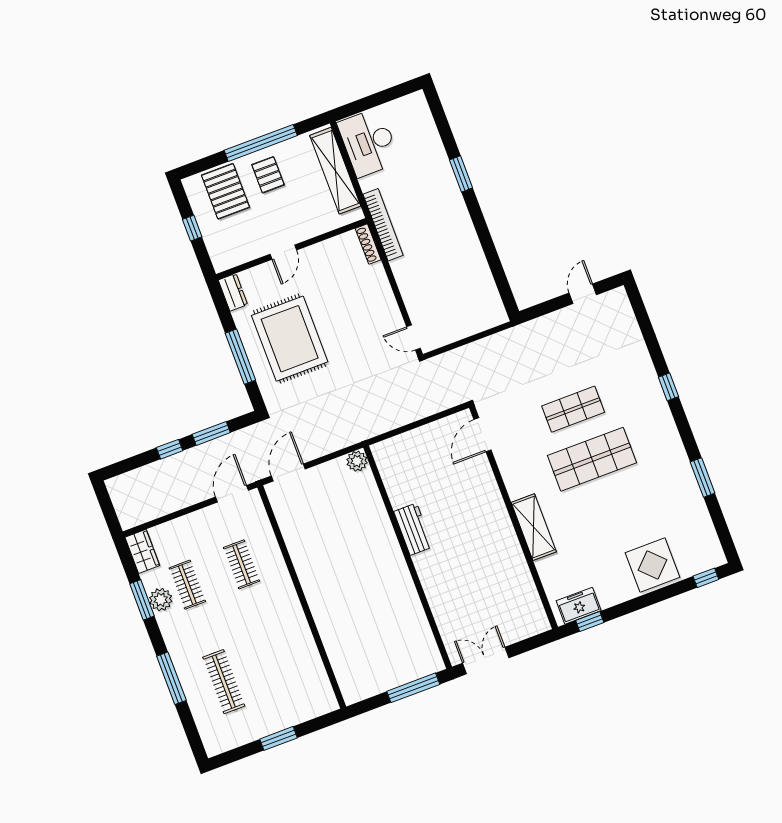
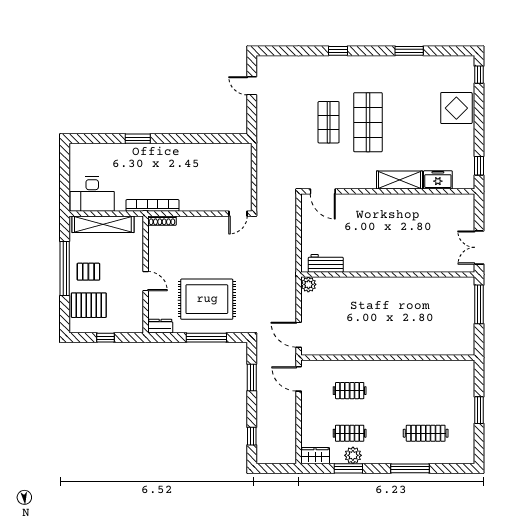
window: (170, 449) -> (252, 436), moved
workbench: (413, 529) -> (326, 263), moved
freezer: (579, 606) -> (438, 180), moved, turned 90

